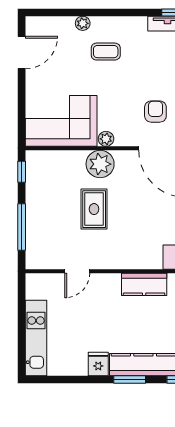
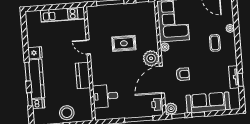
plant: (100, 164) -> (151, 58), moved
door: (77, 271) -> (88, 47), moved
kitchen unit: (36, 338) -> (63, 15), moved

